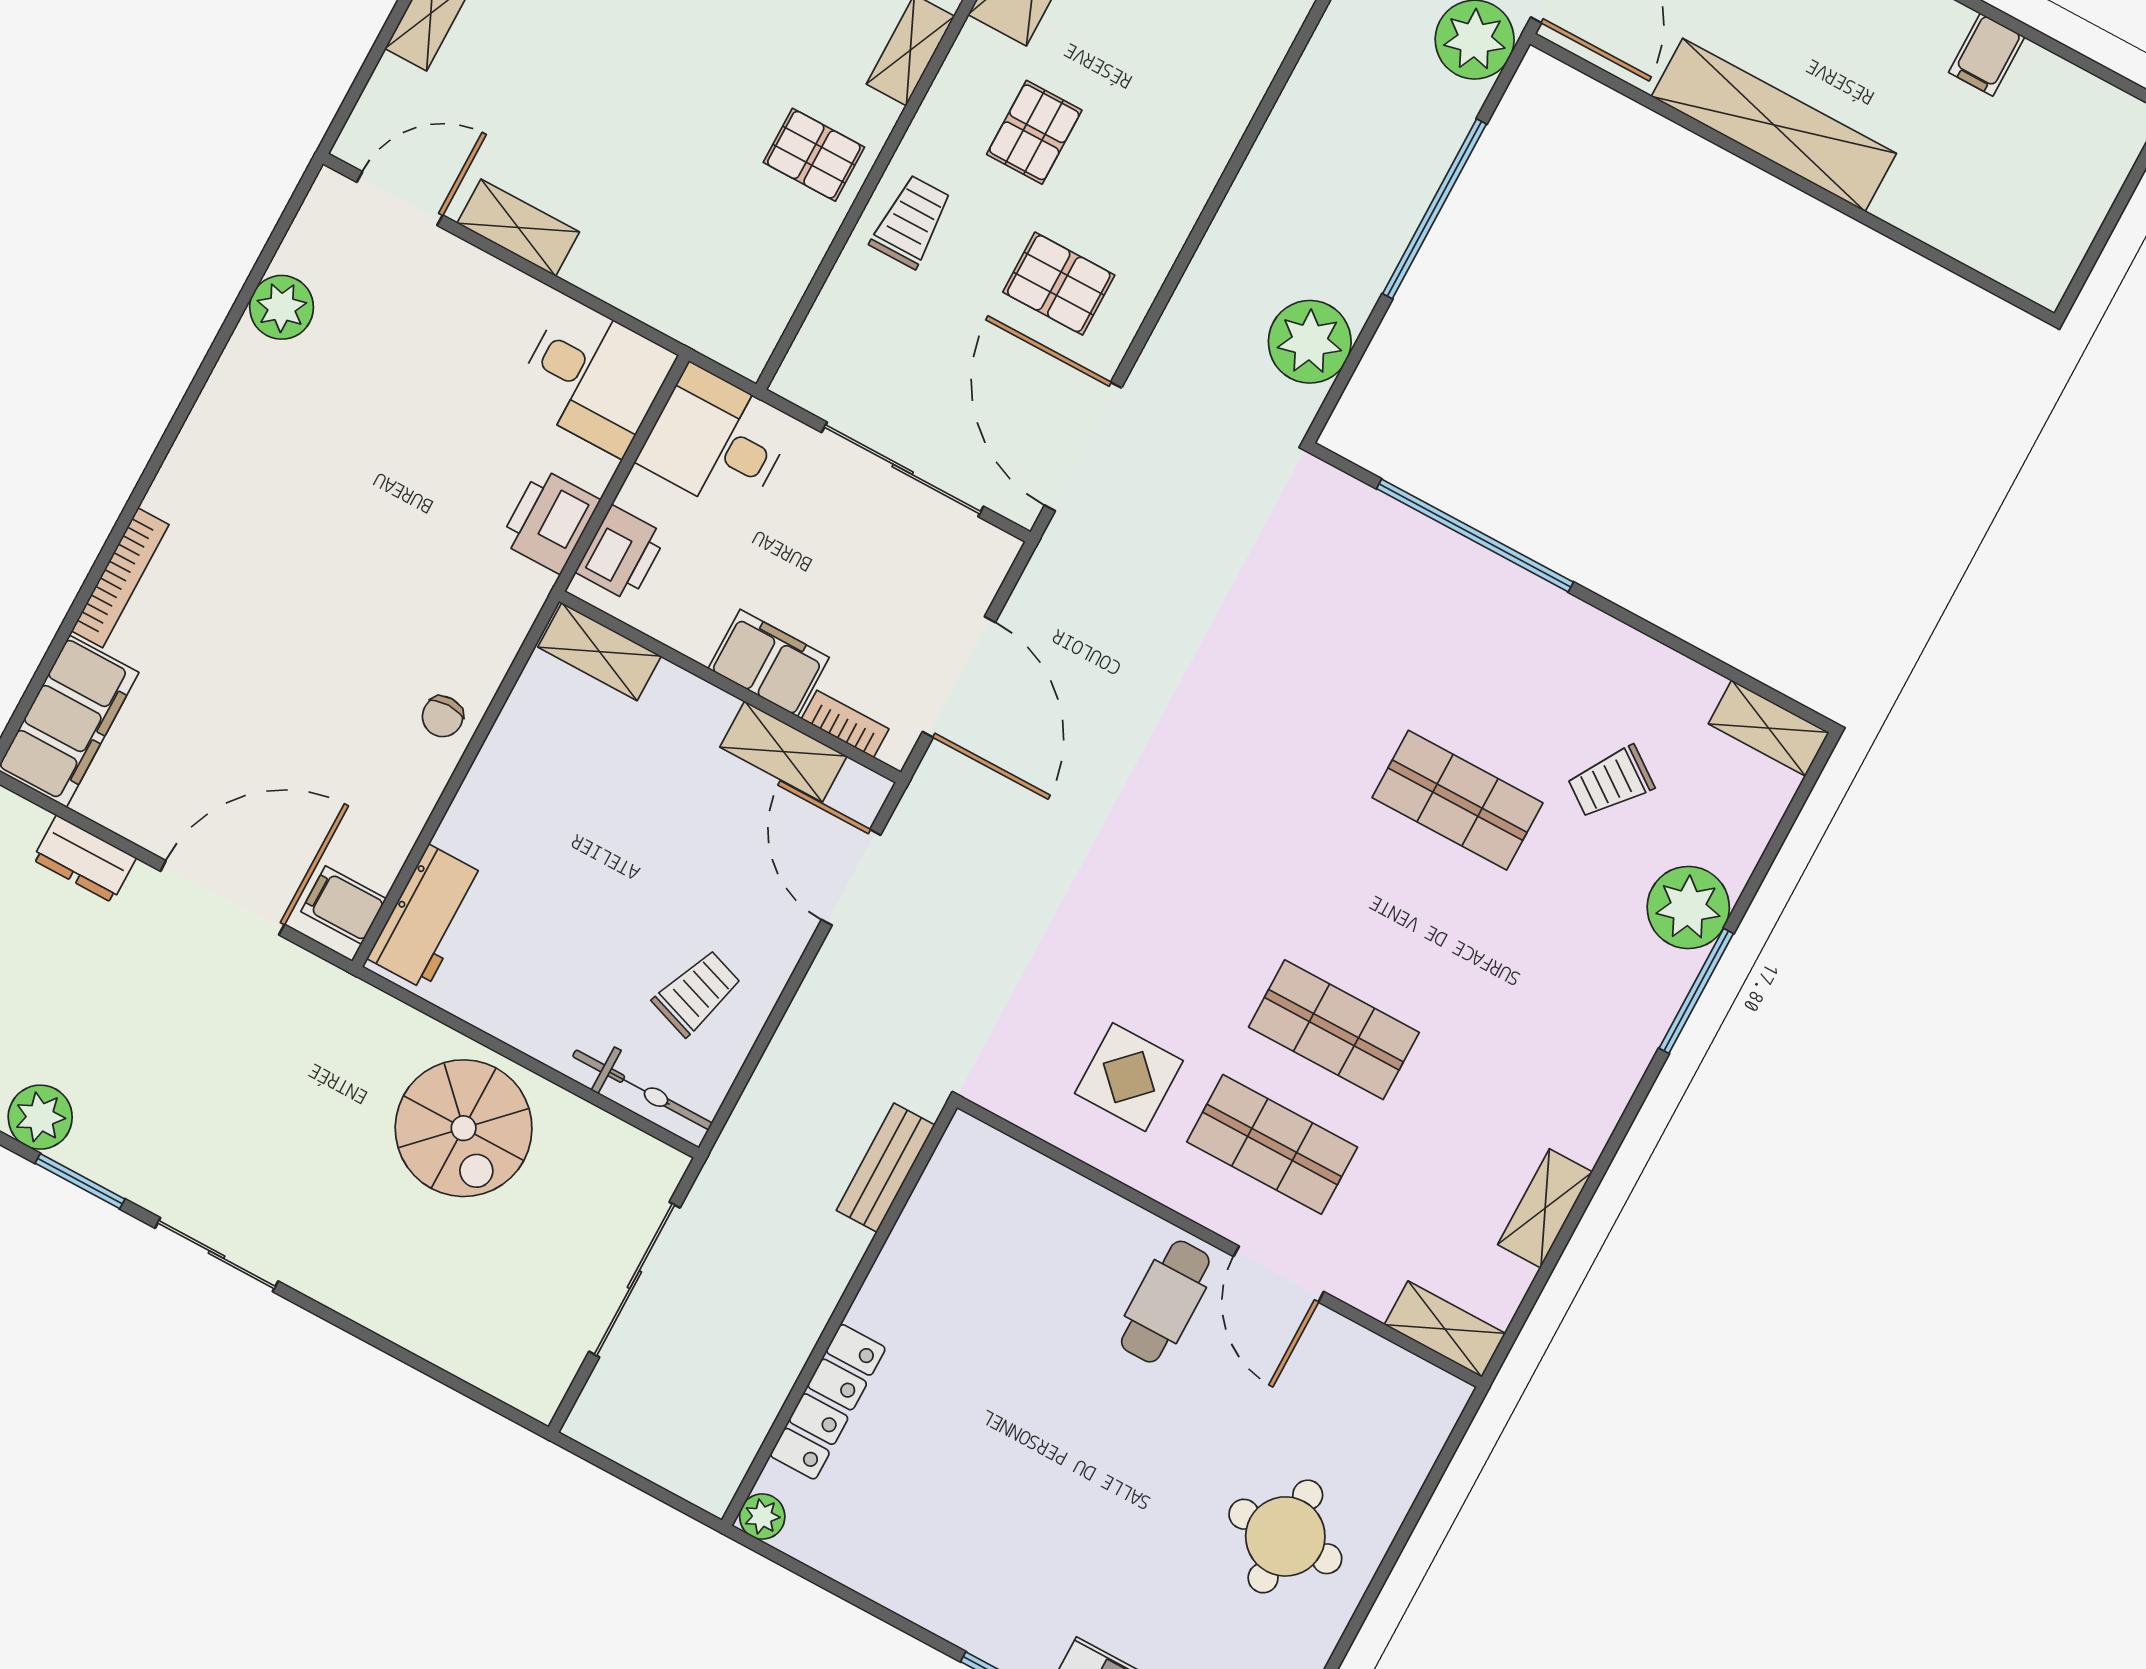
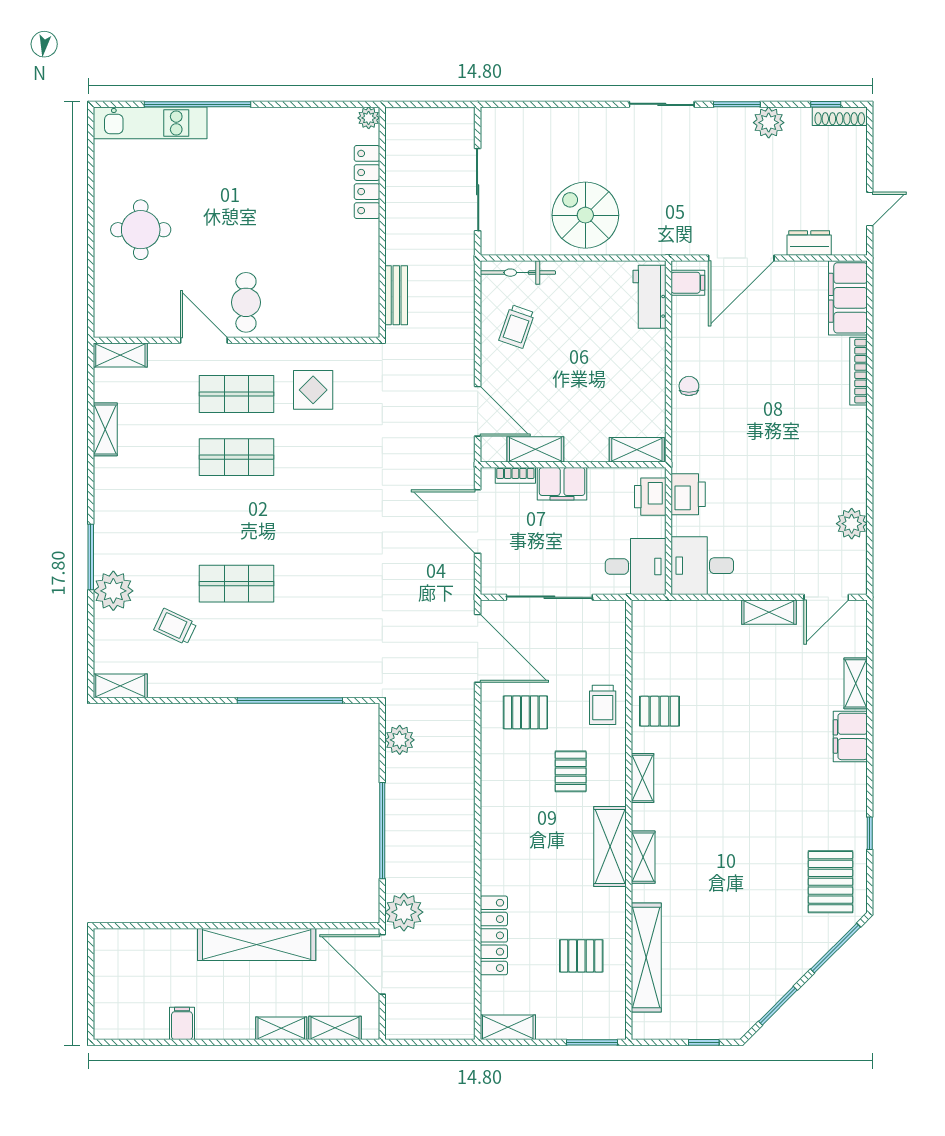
plant: (1310, 342) -> (400, 740), width x0.73, depth x0.73
trolley: (1611, 782) -> (175, 627), turned -101

